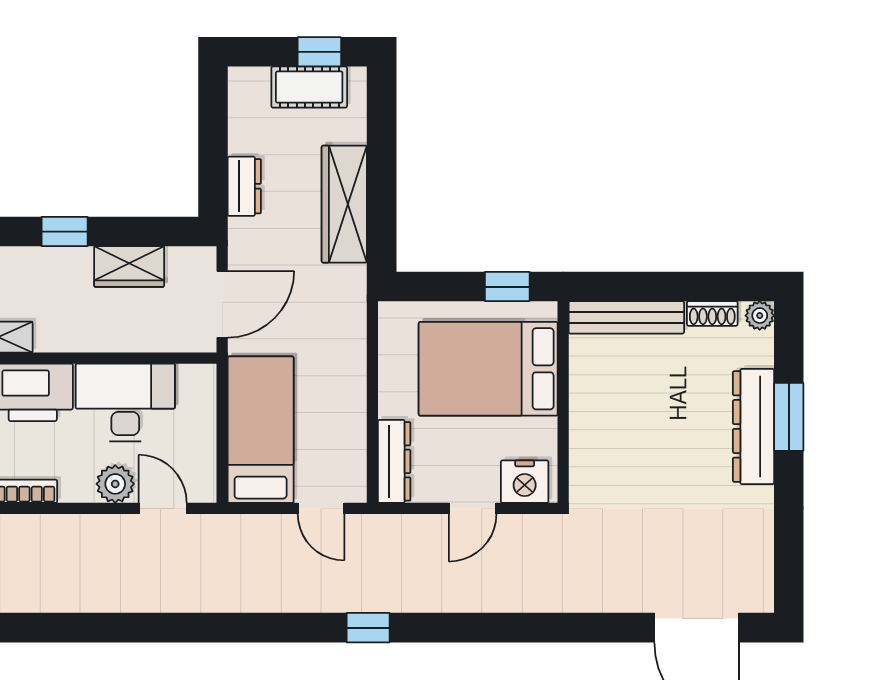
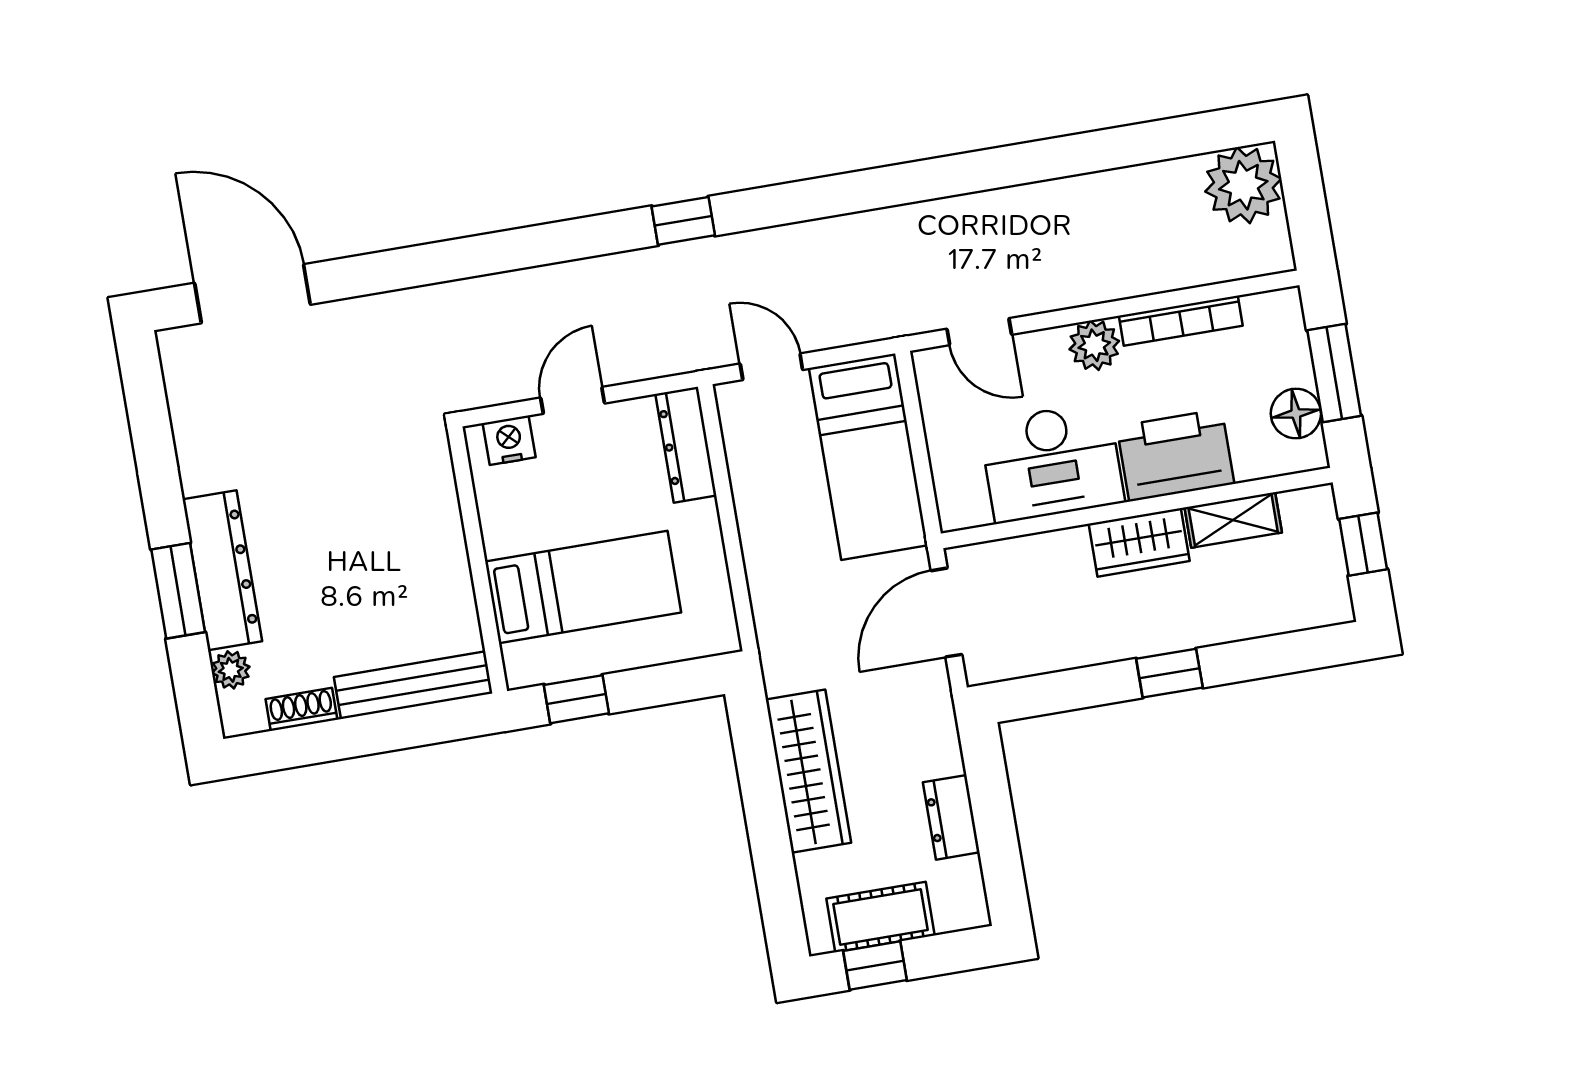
dresser: (244, 186) -> (951, 817), moved
wardrobe: (129, 267) -> (1139, 542), moved, turned 180
plant: (760, 316) -> (231, 670), moved
bed: (488, 369) -> (583, 587), width x0.67
nightstand: (525, 482) -> (509, 440), width x0.74, depth x0.75
plant: (115, 484) -> (1094, 345), moved

